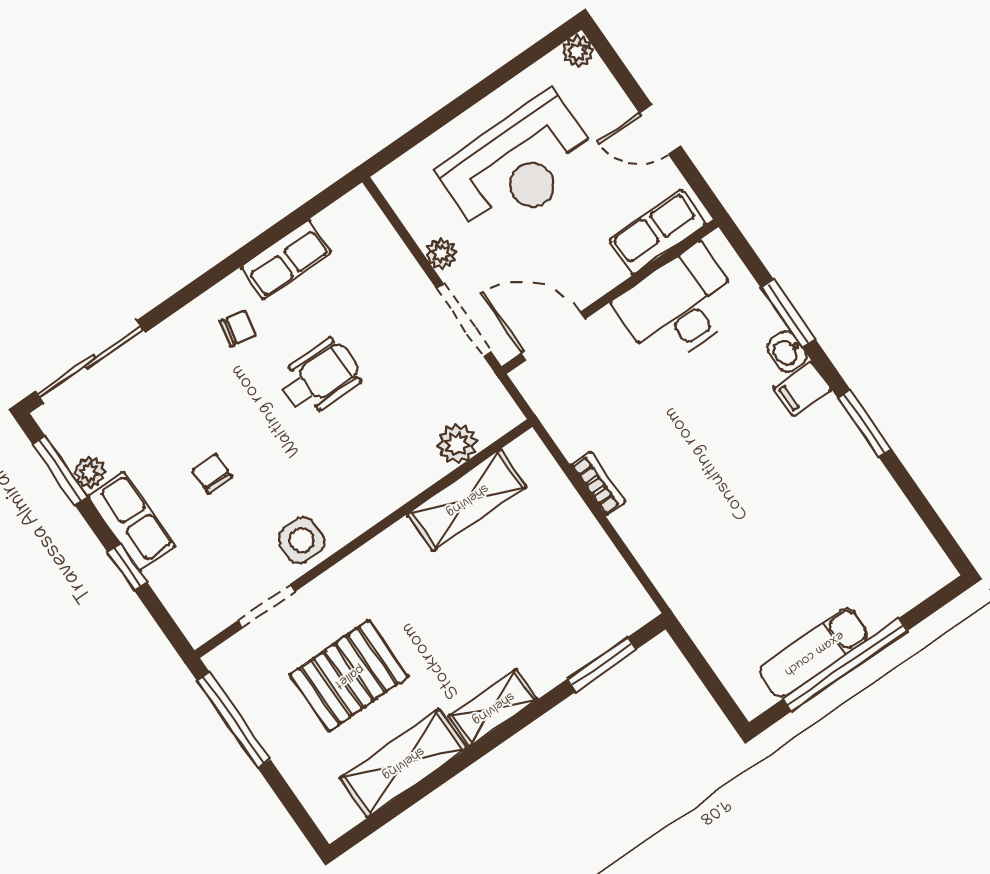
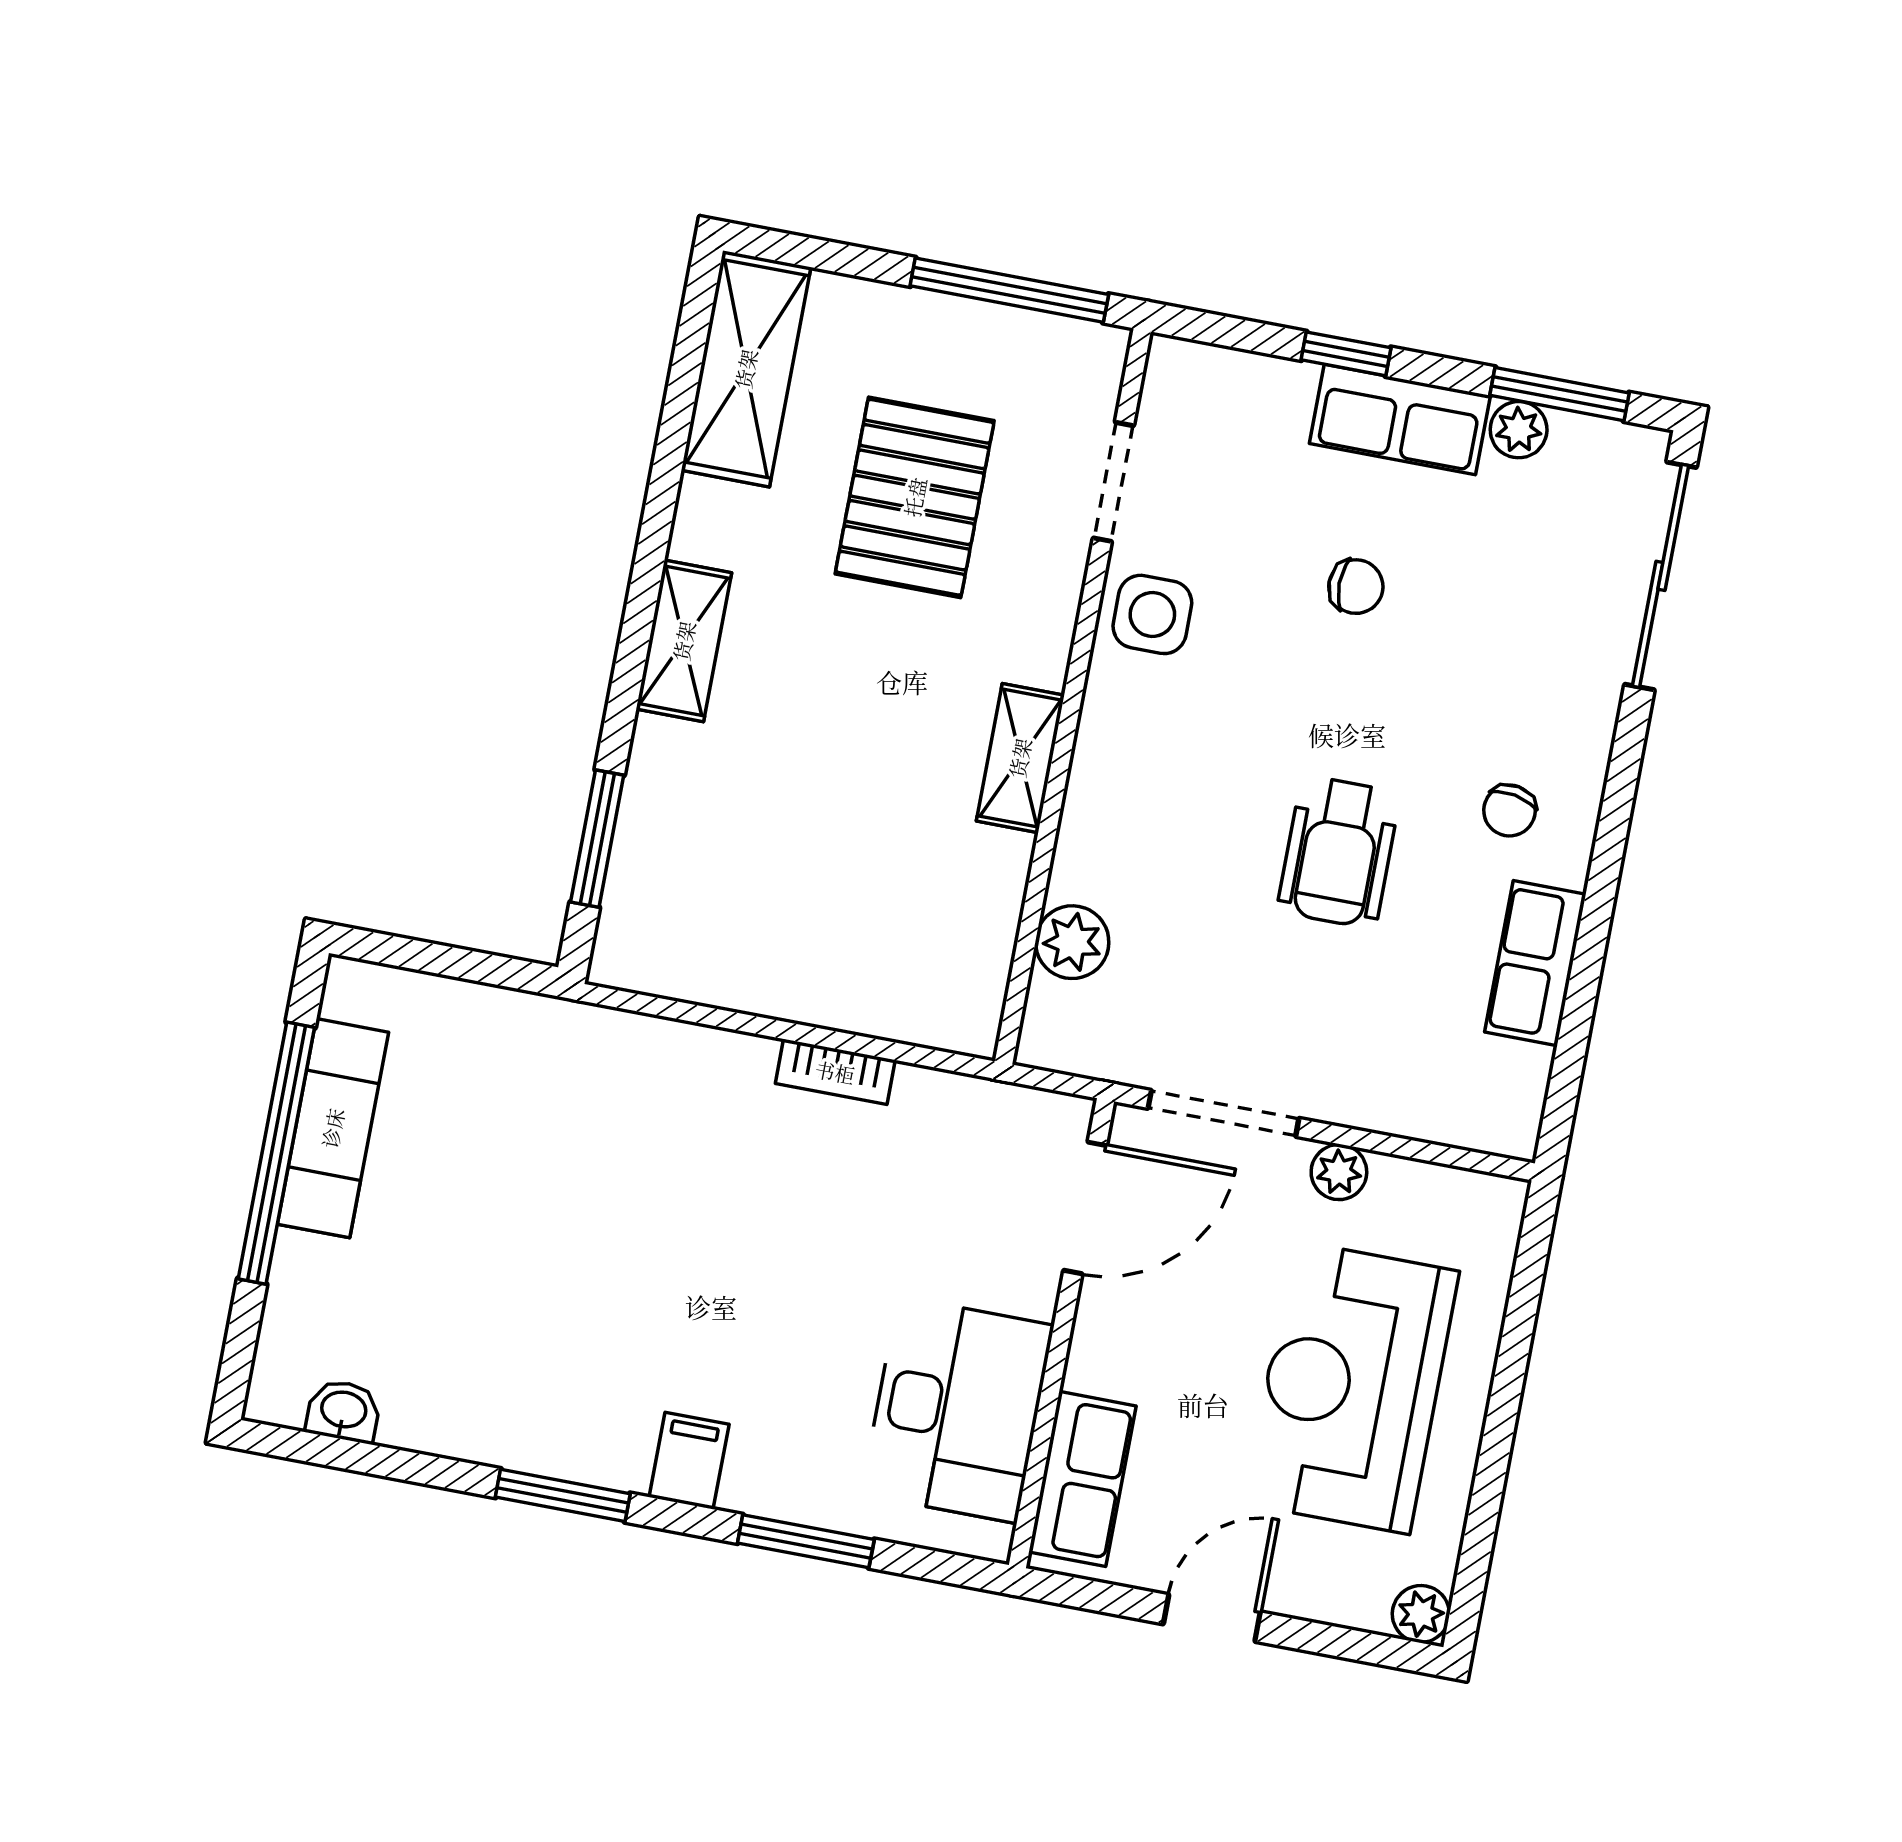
washbasin: (787, 352) -> (343, 1411), moved
shelving: (467, 500) -> (1020, 758), moved, width x0.67, depth x0.75
shelving: (403, 763) -> (746, 369), moved

